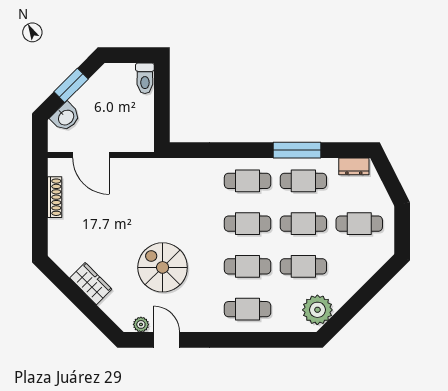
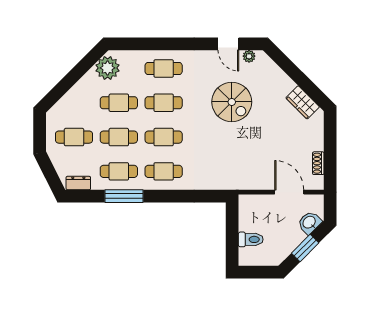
toilet: (145, 78) -> (251, 239), moved, turned 90
shoe rack: (55, 197) -> (318, 163), width x0.70
wardrobe: (91, 284) -> (303, 102), moved

